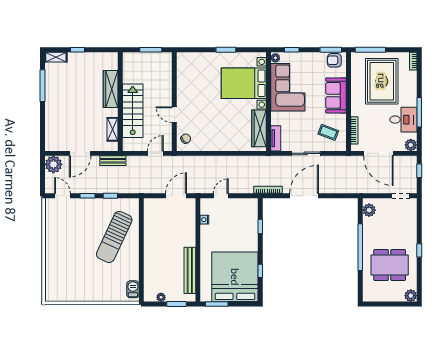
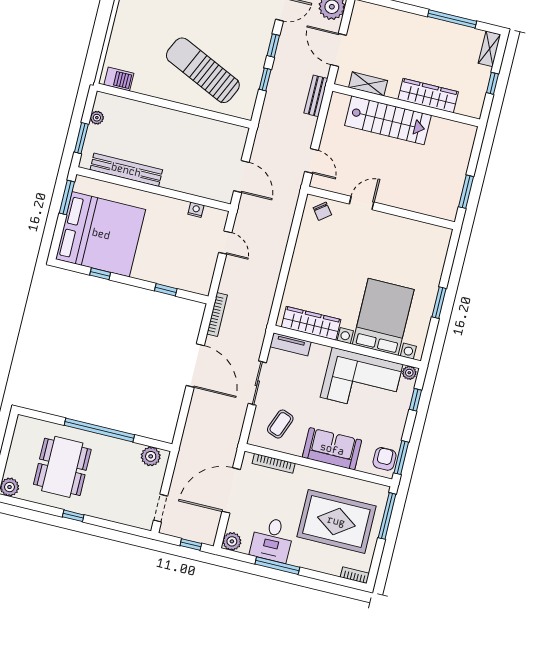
wardrobe: (111, 89) -> (428, 96), moved
wall: (120, 102) -> (406, 105), moved
stairs: (133, 111) -> (388, 120), moved
shelving: (112, 129) -> (368, 84), moved

